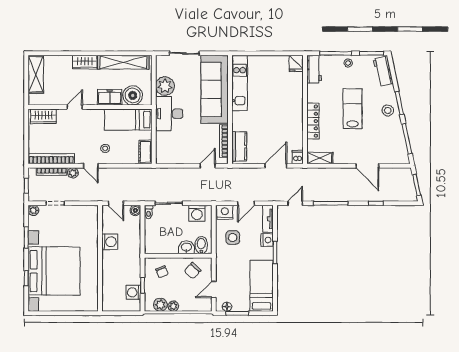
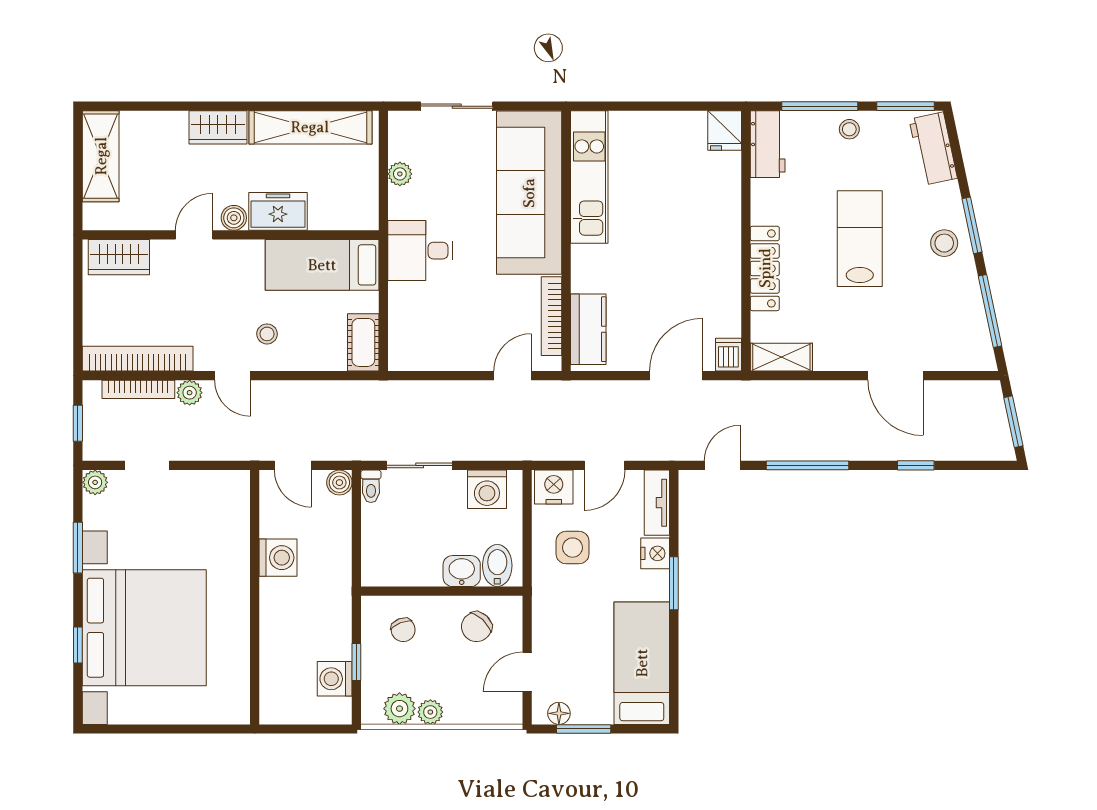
plant: (165, 86) -> (400, 174), width x0.53, depth x0.53
boiler: (133, 95) -> (234, 218), moved, width x0.54, depth x0.54
desk: (169, 114) -> (420, 251), width x0.73

